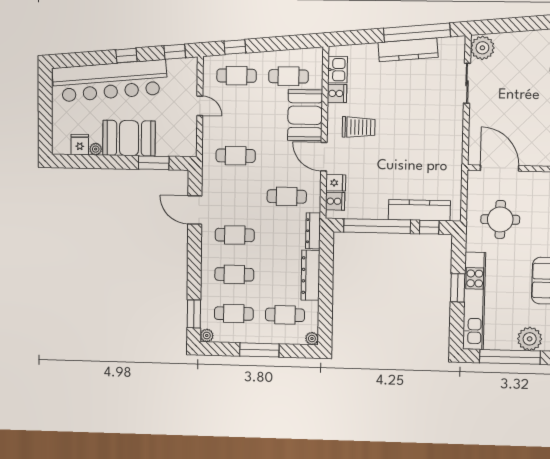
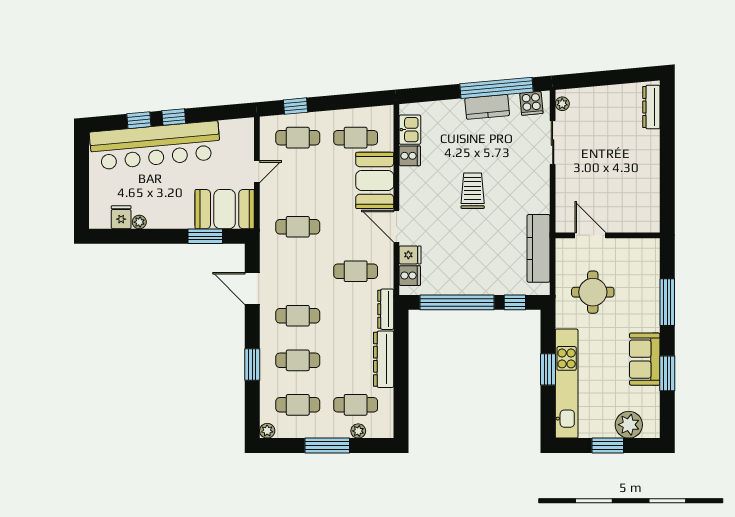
cooker: (448, 47) -> (531, 103), added
plant: (482, 48) -> (562, 104), width x0.53, depth x0.53
kitchen counter: (408, 50) -> (487, 107), width x0.67
window: (175, 52) -> (139, 120), moved
door: (200, 106) -> (257, 172), hinge flipped
trolley: (359, 127) -> (473, 191), moved, turned -90
booth: (129, 138) -> (225, 209), moved
door: (500, 168) -> (590, 235), width x0.73
kitchen counter: (419, 210) -> (538, 248), moved, turned -90
window: (194, 314) -> (252, 364), moved
plant: (312, 339) -> (358, 431), moved
window: (510, 357) -> (608, 446), width x0.47

